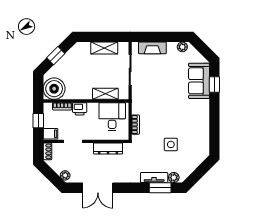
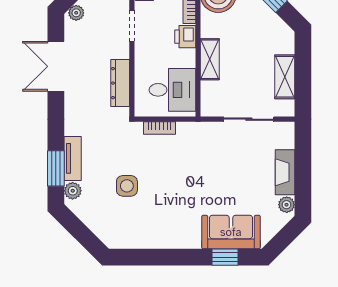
fireplace: (152, 48) -> (285, 172), moved
shelving: (105, 94) -> (210, 59), moved

